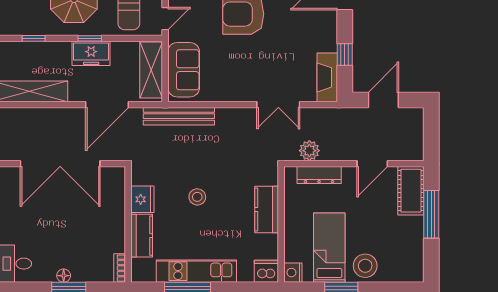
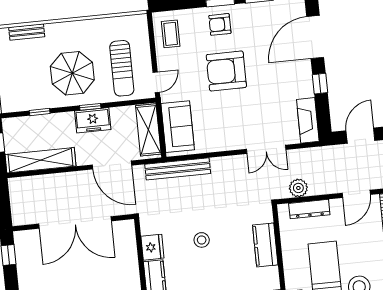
window: (345, 55) -> (320, 84), moved
door: (107, 105) -> (112, 165), hinge flipped

